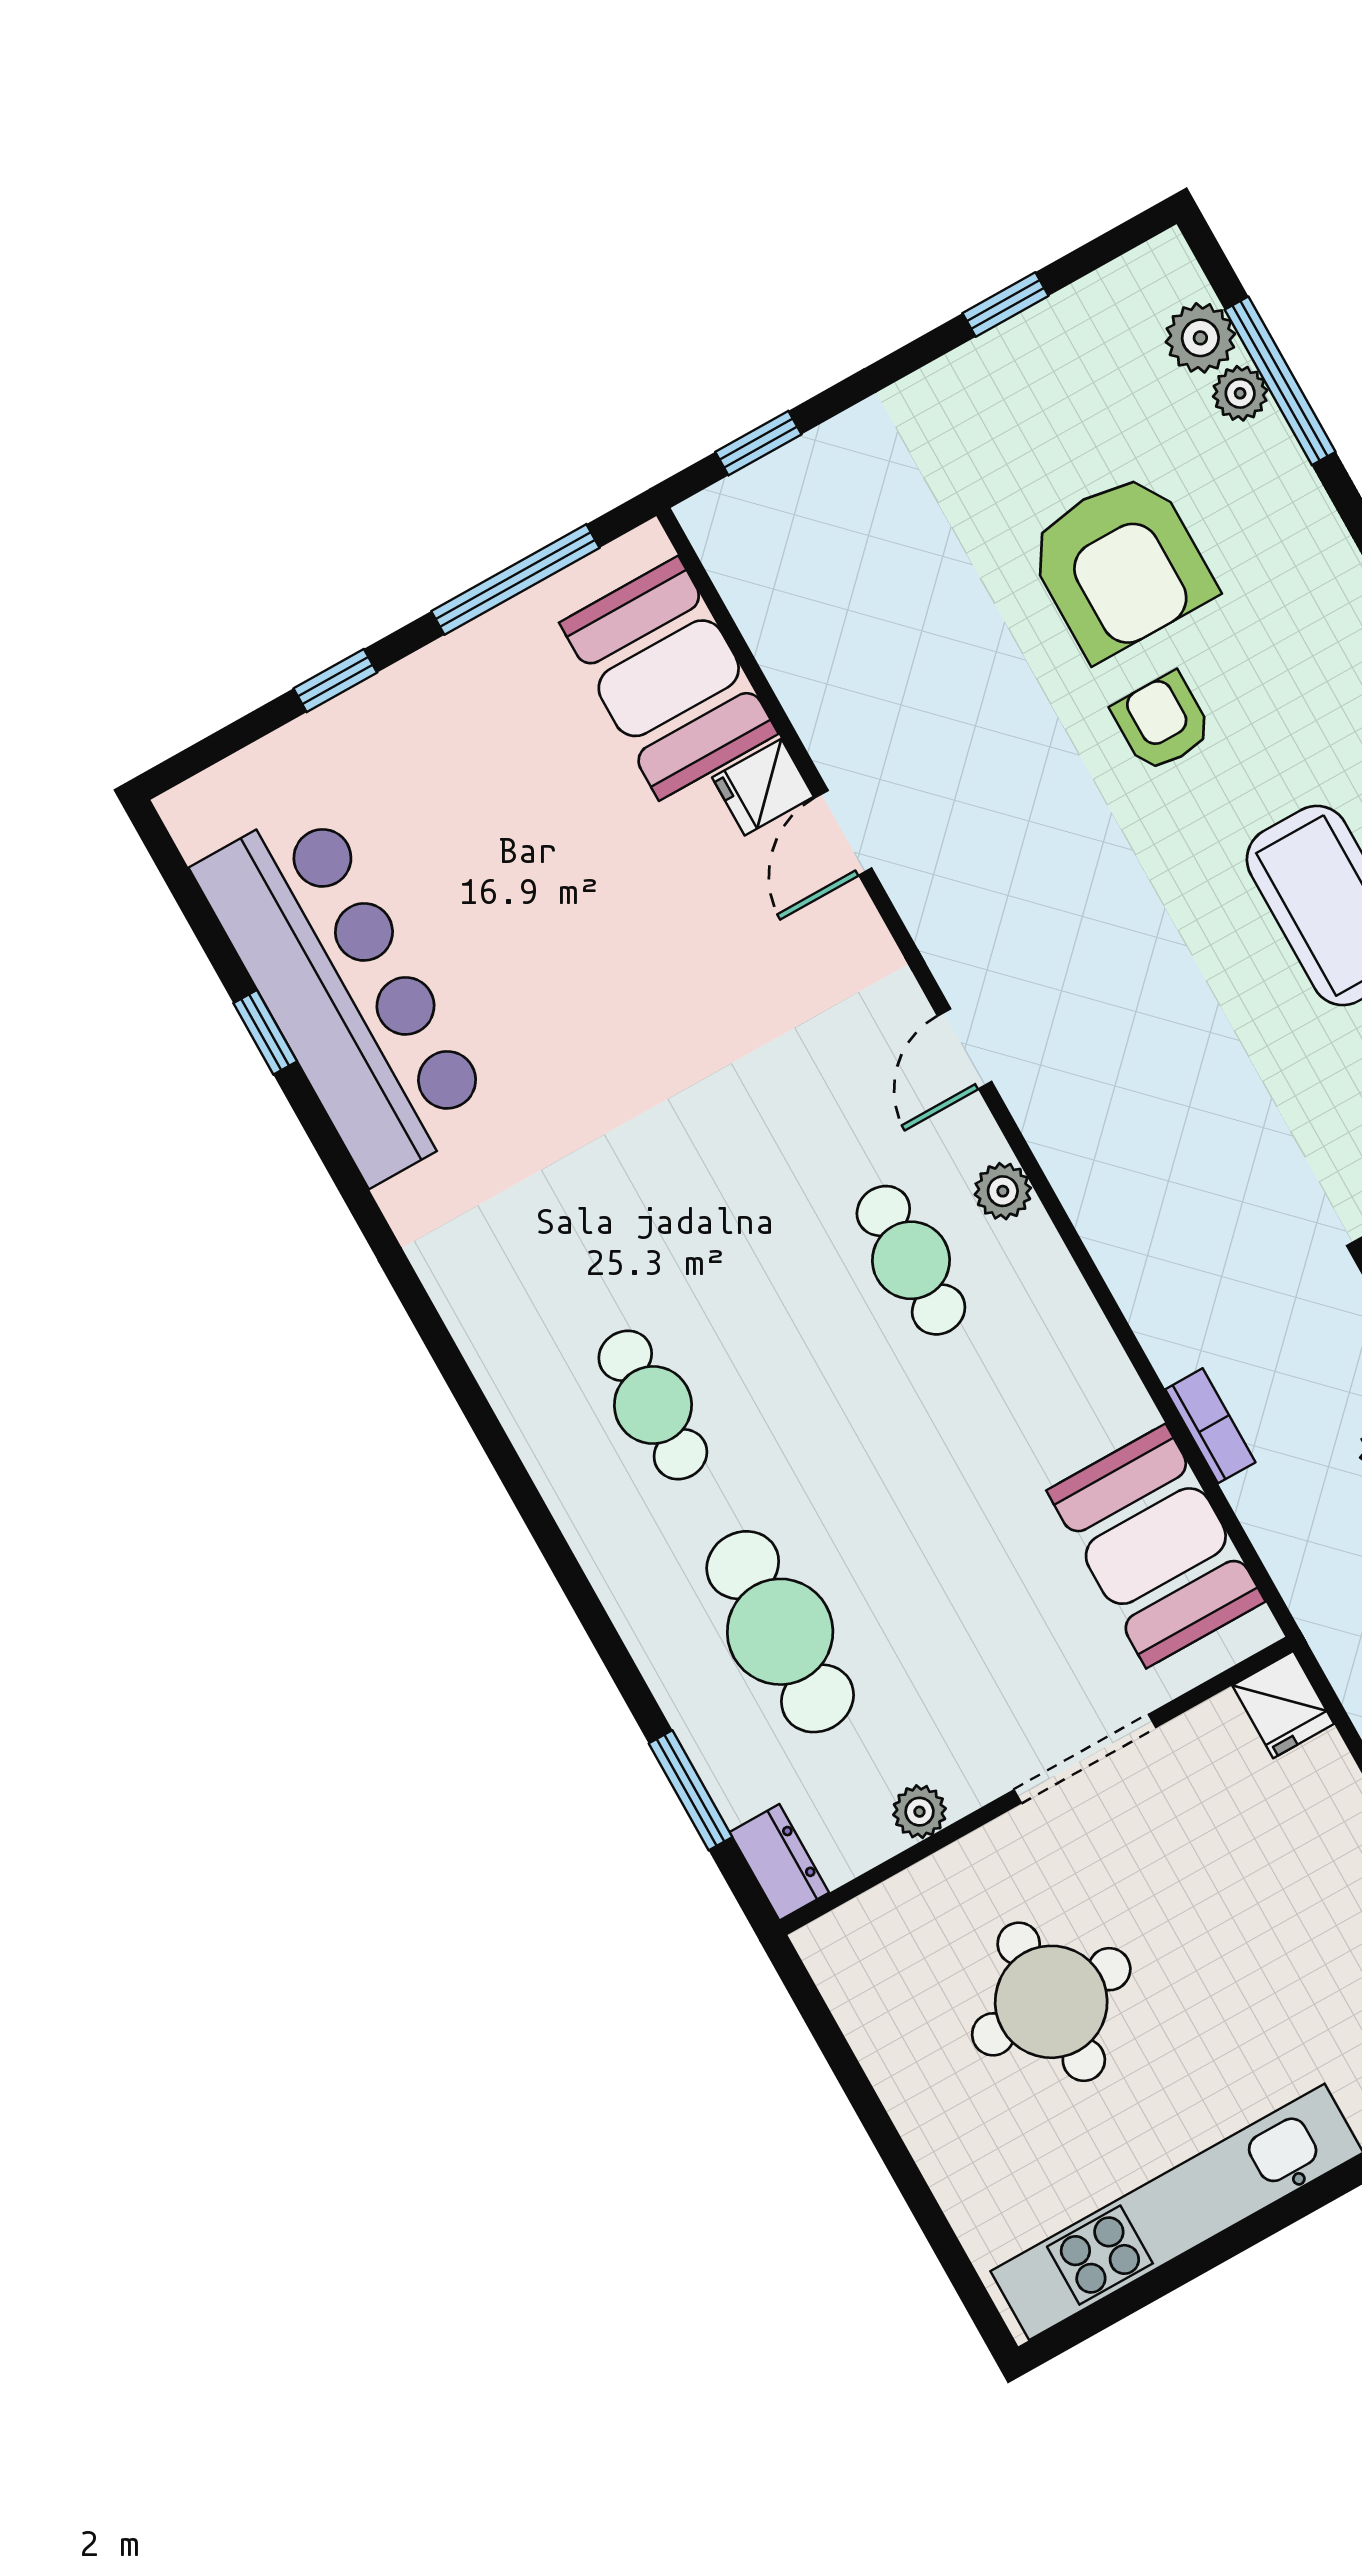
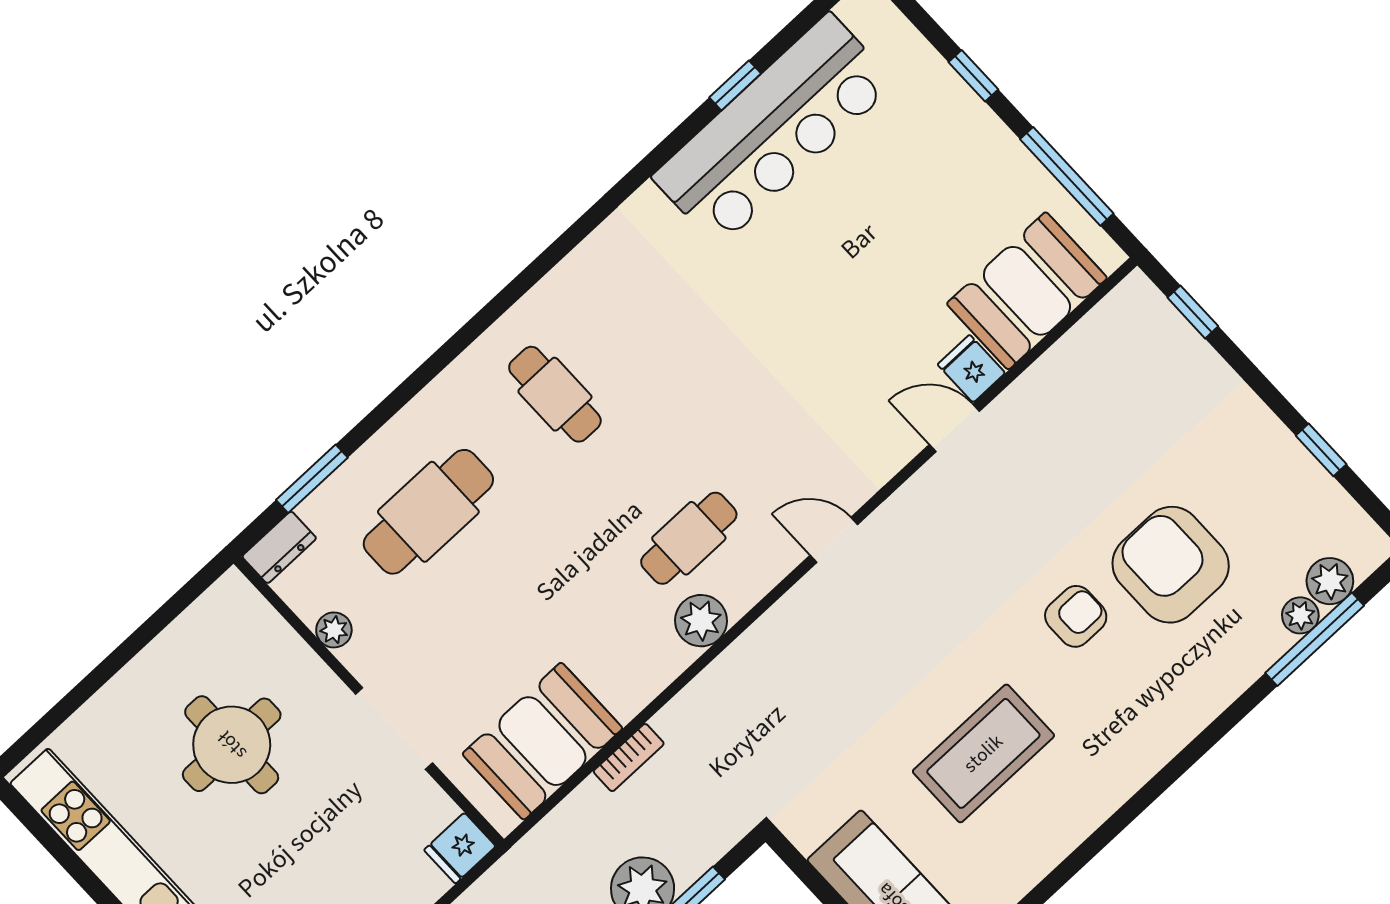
armchair: (1120, 565) -> (1171, 565), turned 90
plant: (1003, 1191) -> (701, 621), moved, width x1.38, depth x1.38
cafe table: (653, 1405) -> (555, 394), turned 90

